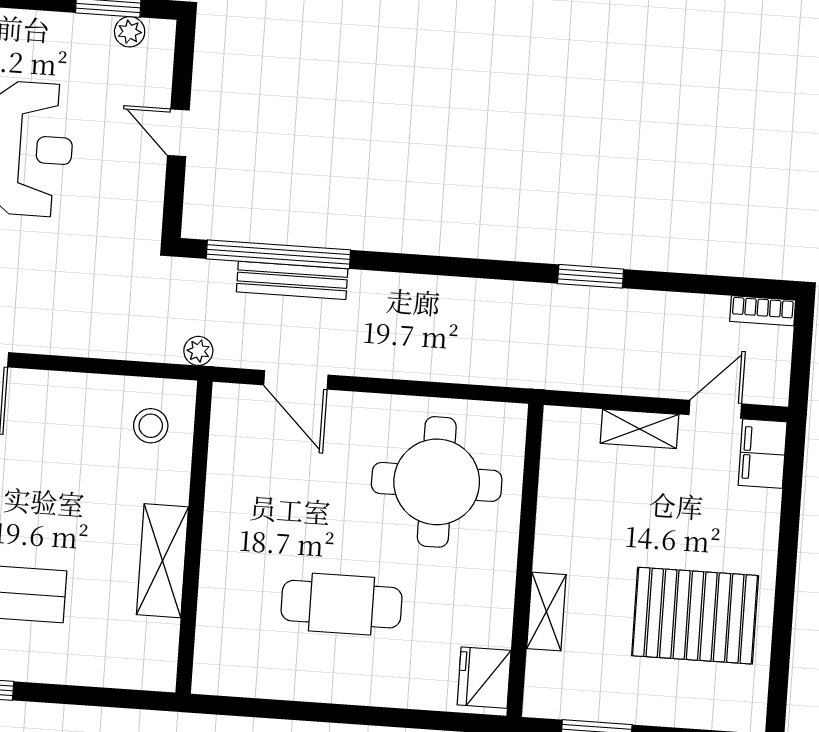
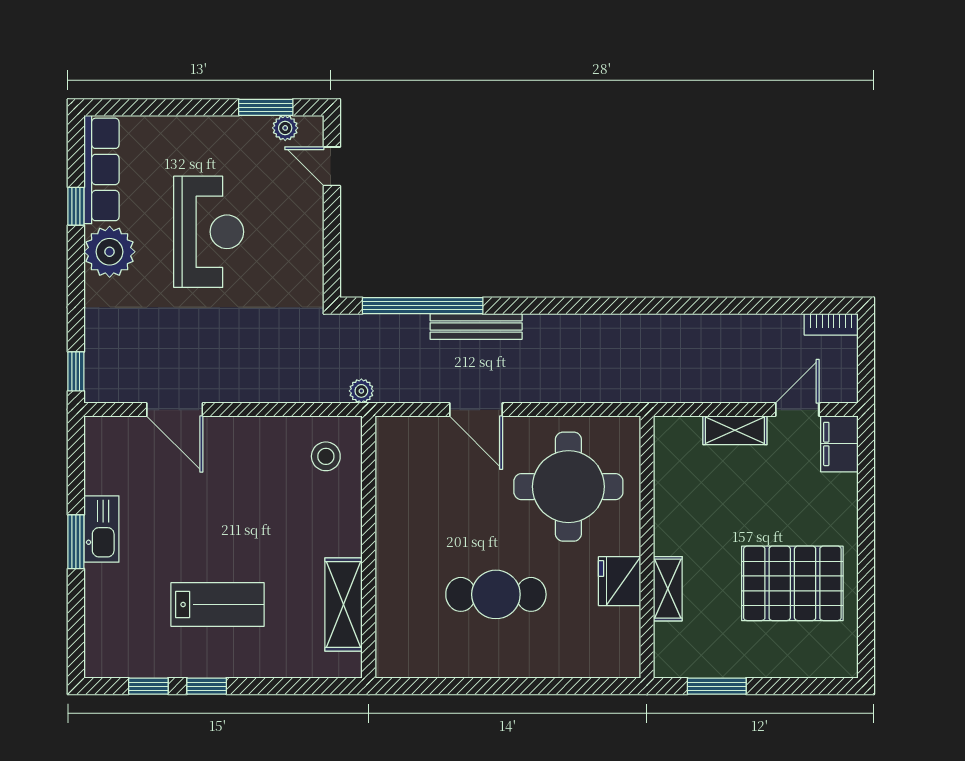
door: (178, 133) -> (332, 166), moved
window: (591, 276) -> (685, 306), removed
bench: (292, 280) -> (476, 326), moved
door: (296, 380) -> (476, 410), moved
shelving: (162, 561) -> (344, 605), moved
fridge: (484, 678) -> (620, 581), moved

